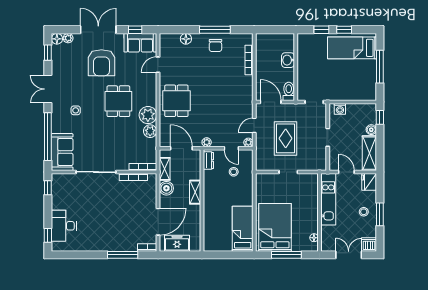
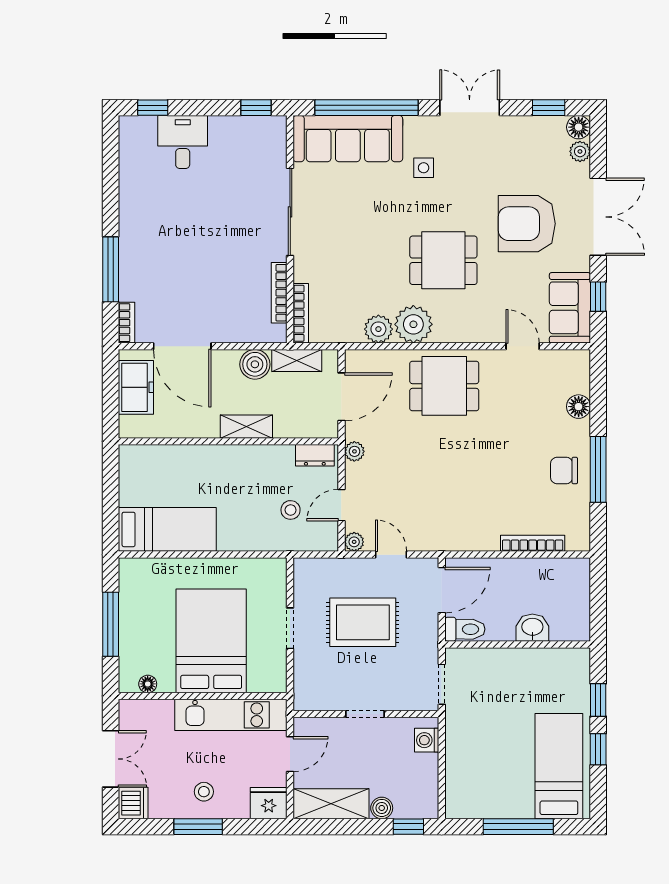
sofa: (62, 152) -> (348, 139), width x1.36
desk: (64, 226) -> (183, 142), width x0.73
bed: (275, 227) -> (211, 641), moved, turned -90

